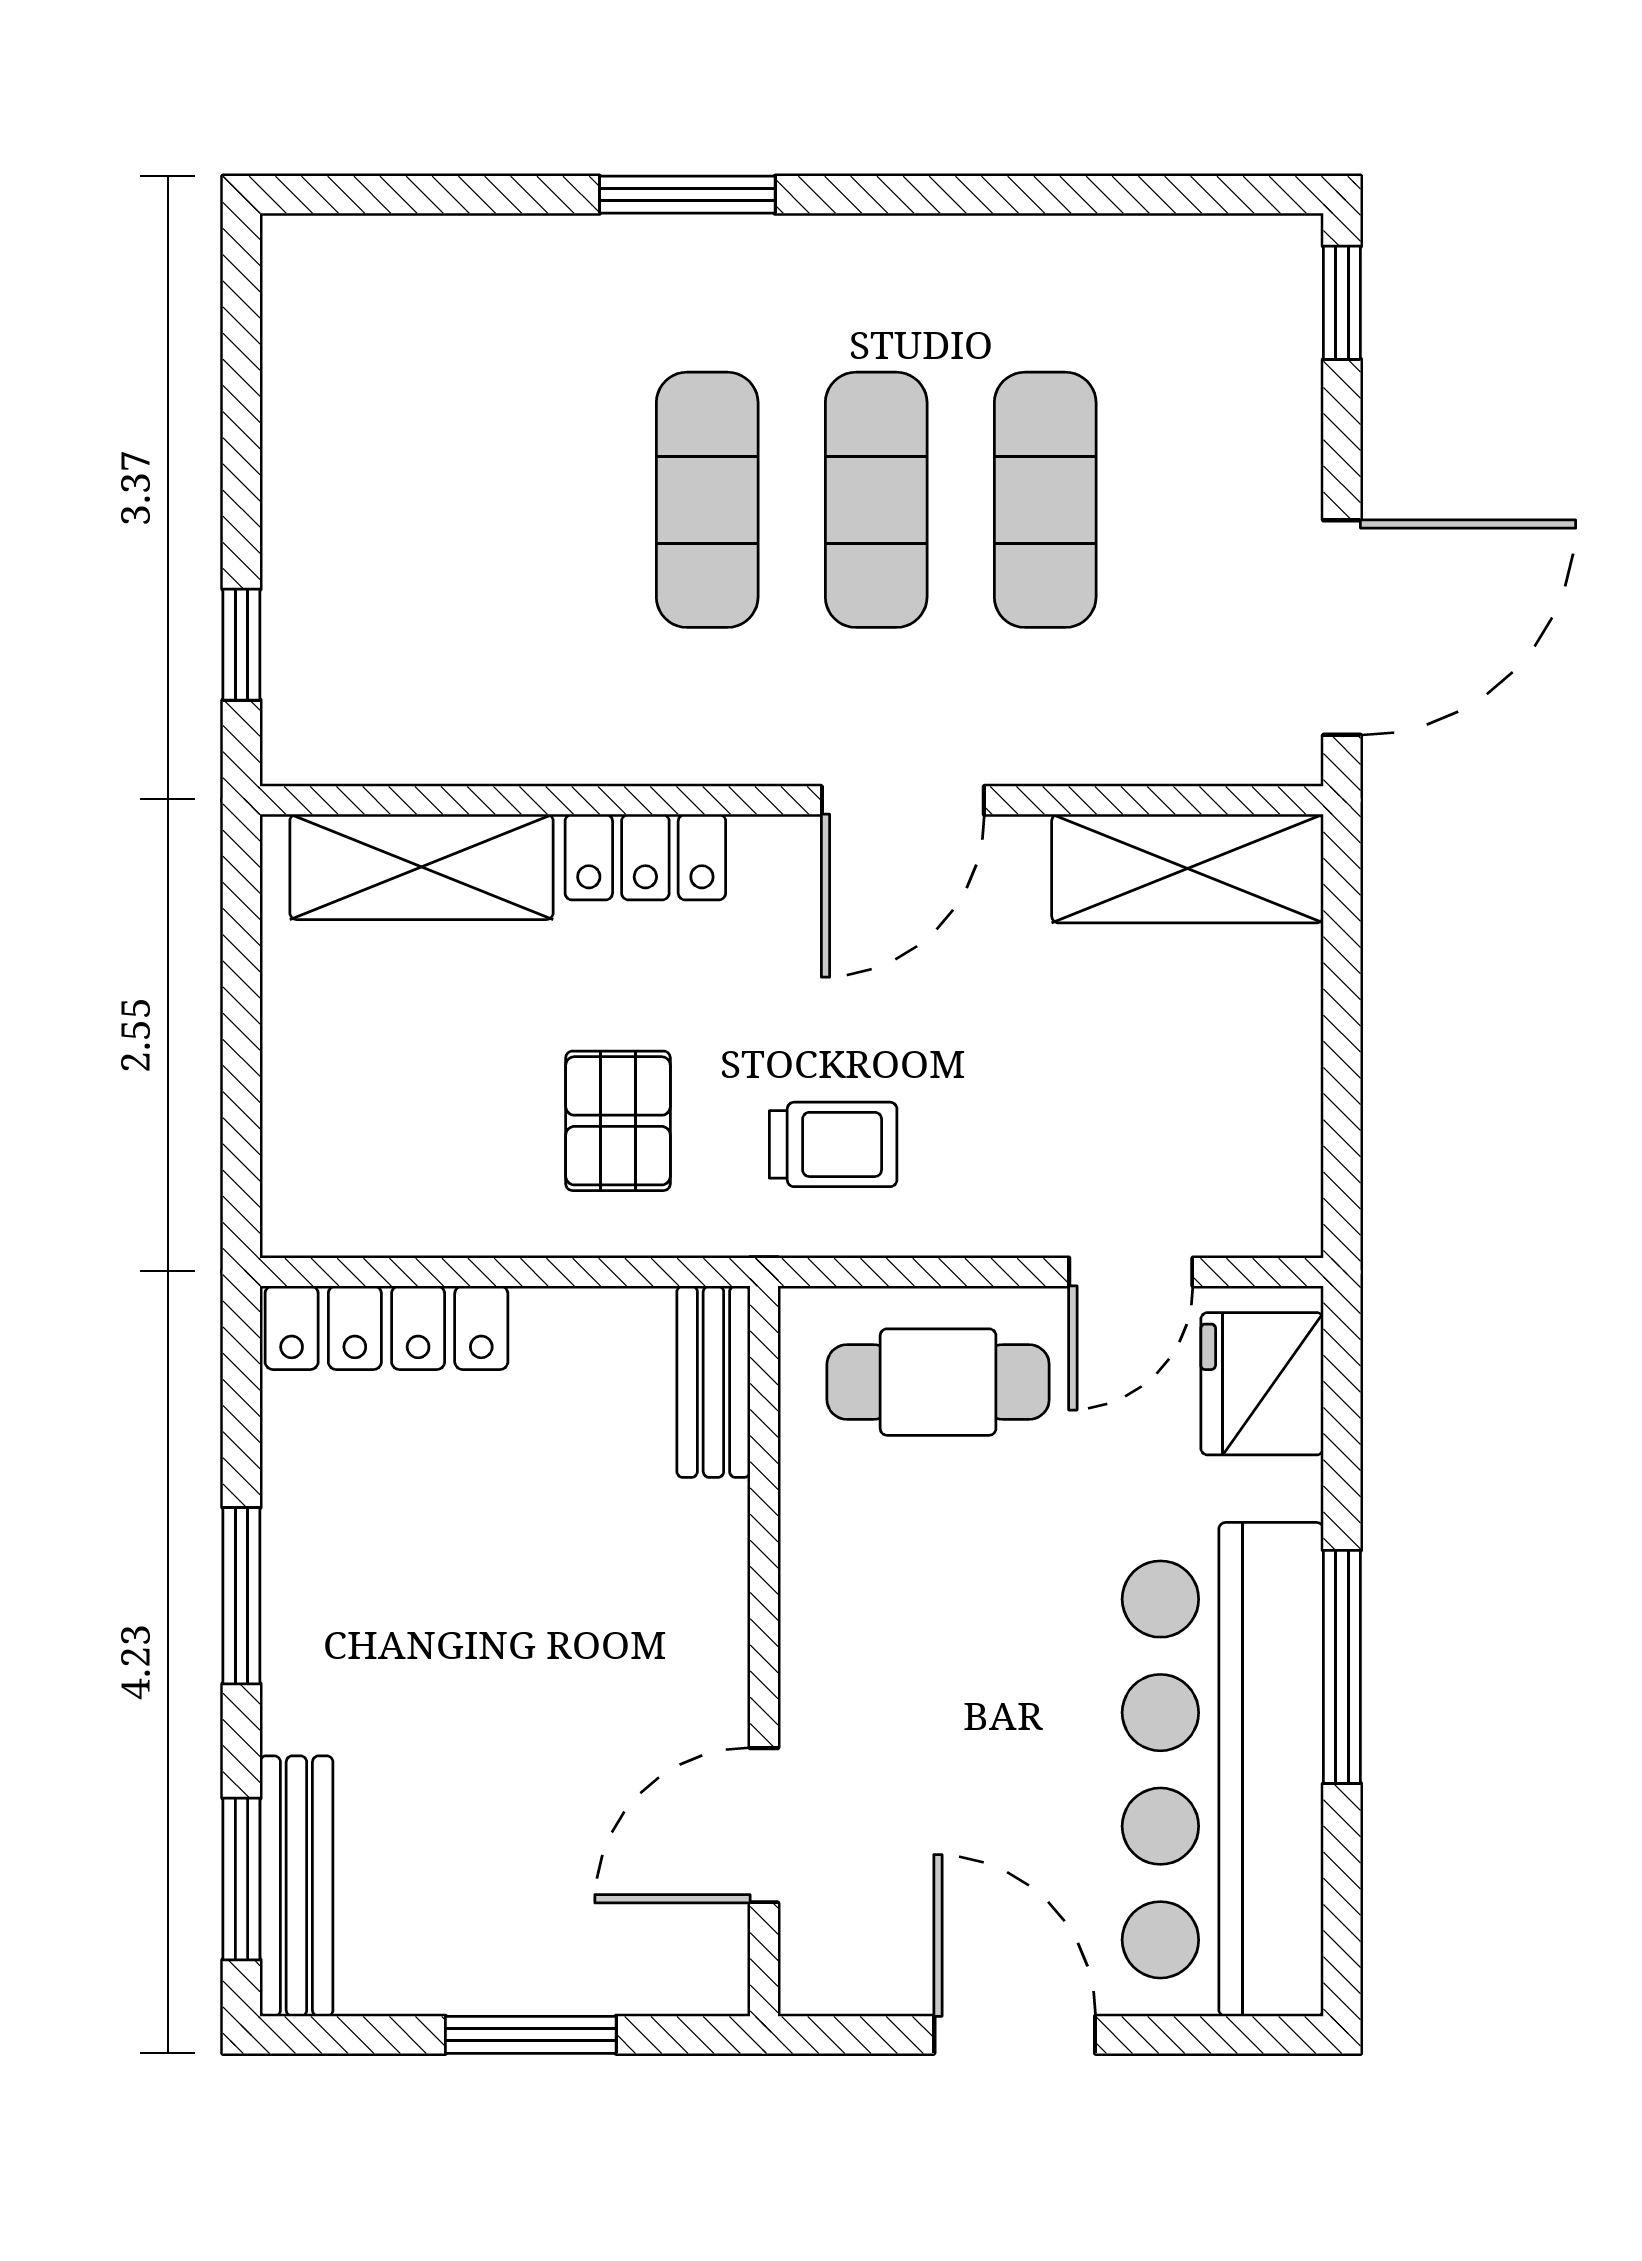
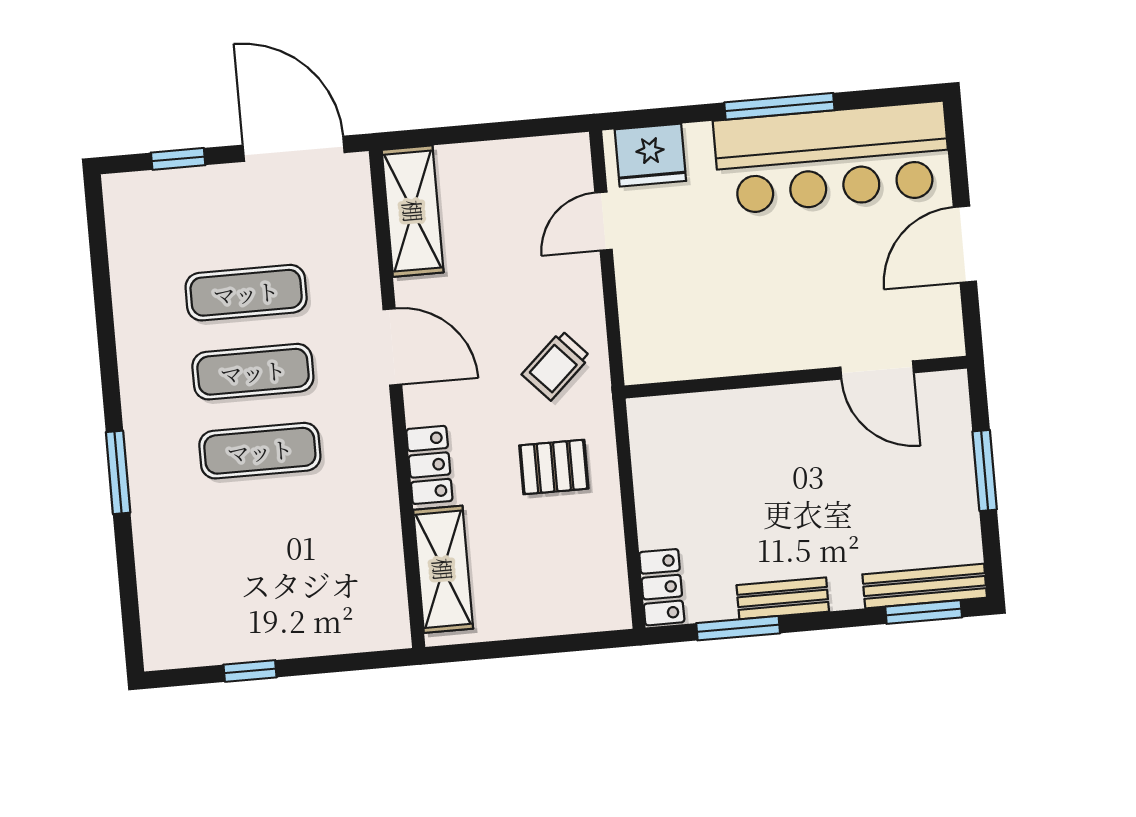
window: (1342, 303) -> (178, 159), moved
window: (241, 645) -> (250, 671), moved
trolley: (833, 1144) -> (556, 365), turned -133
door: (1131, 1272) -> (603, 221), swing flipped
locker: (386, 1328) -> (662, 587), width x0.66
bench: (713, 1382) -> (783, 598), moved
cafe table: (938, 1382) -> (663, 307), removed
window: (241, 1596) -> (738, 628), moved

